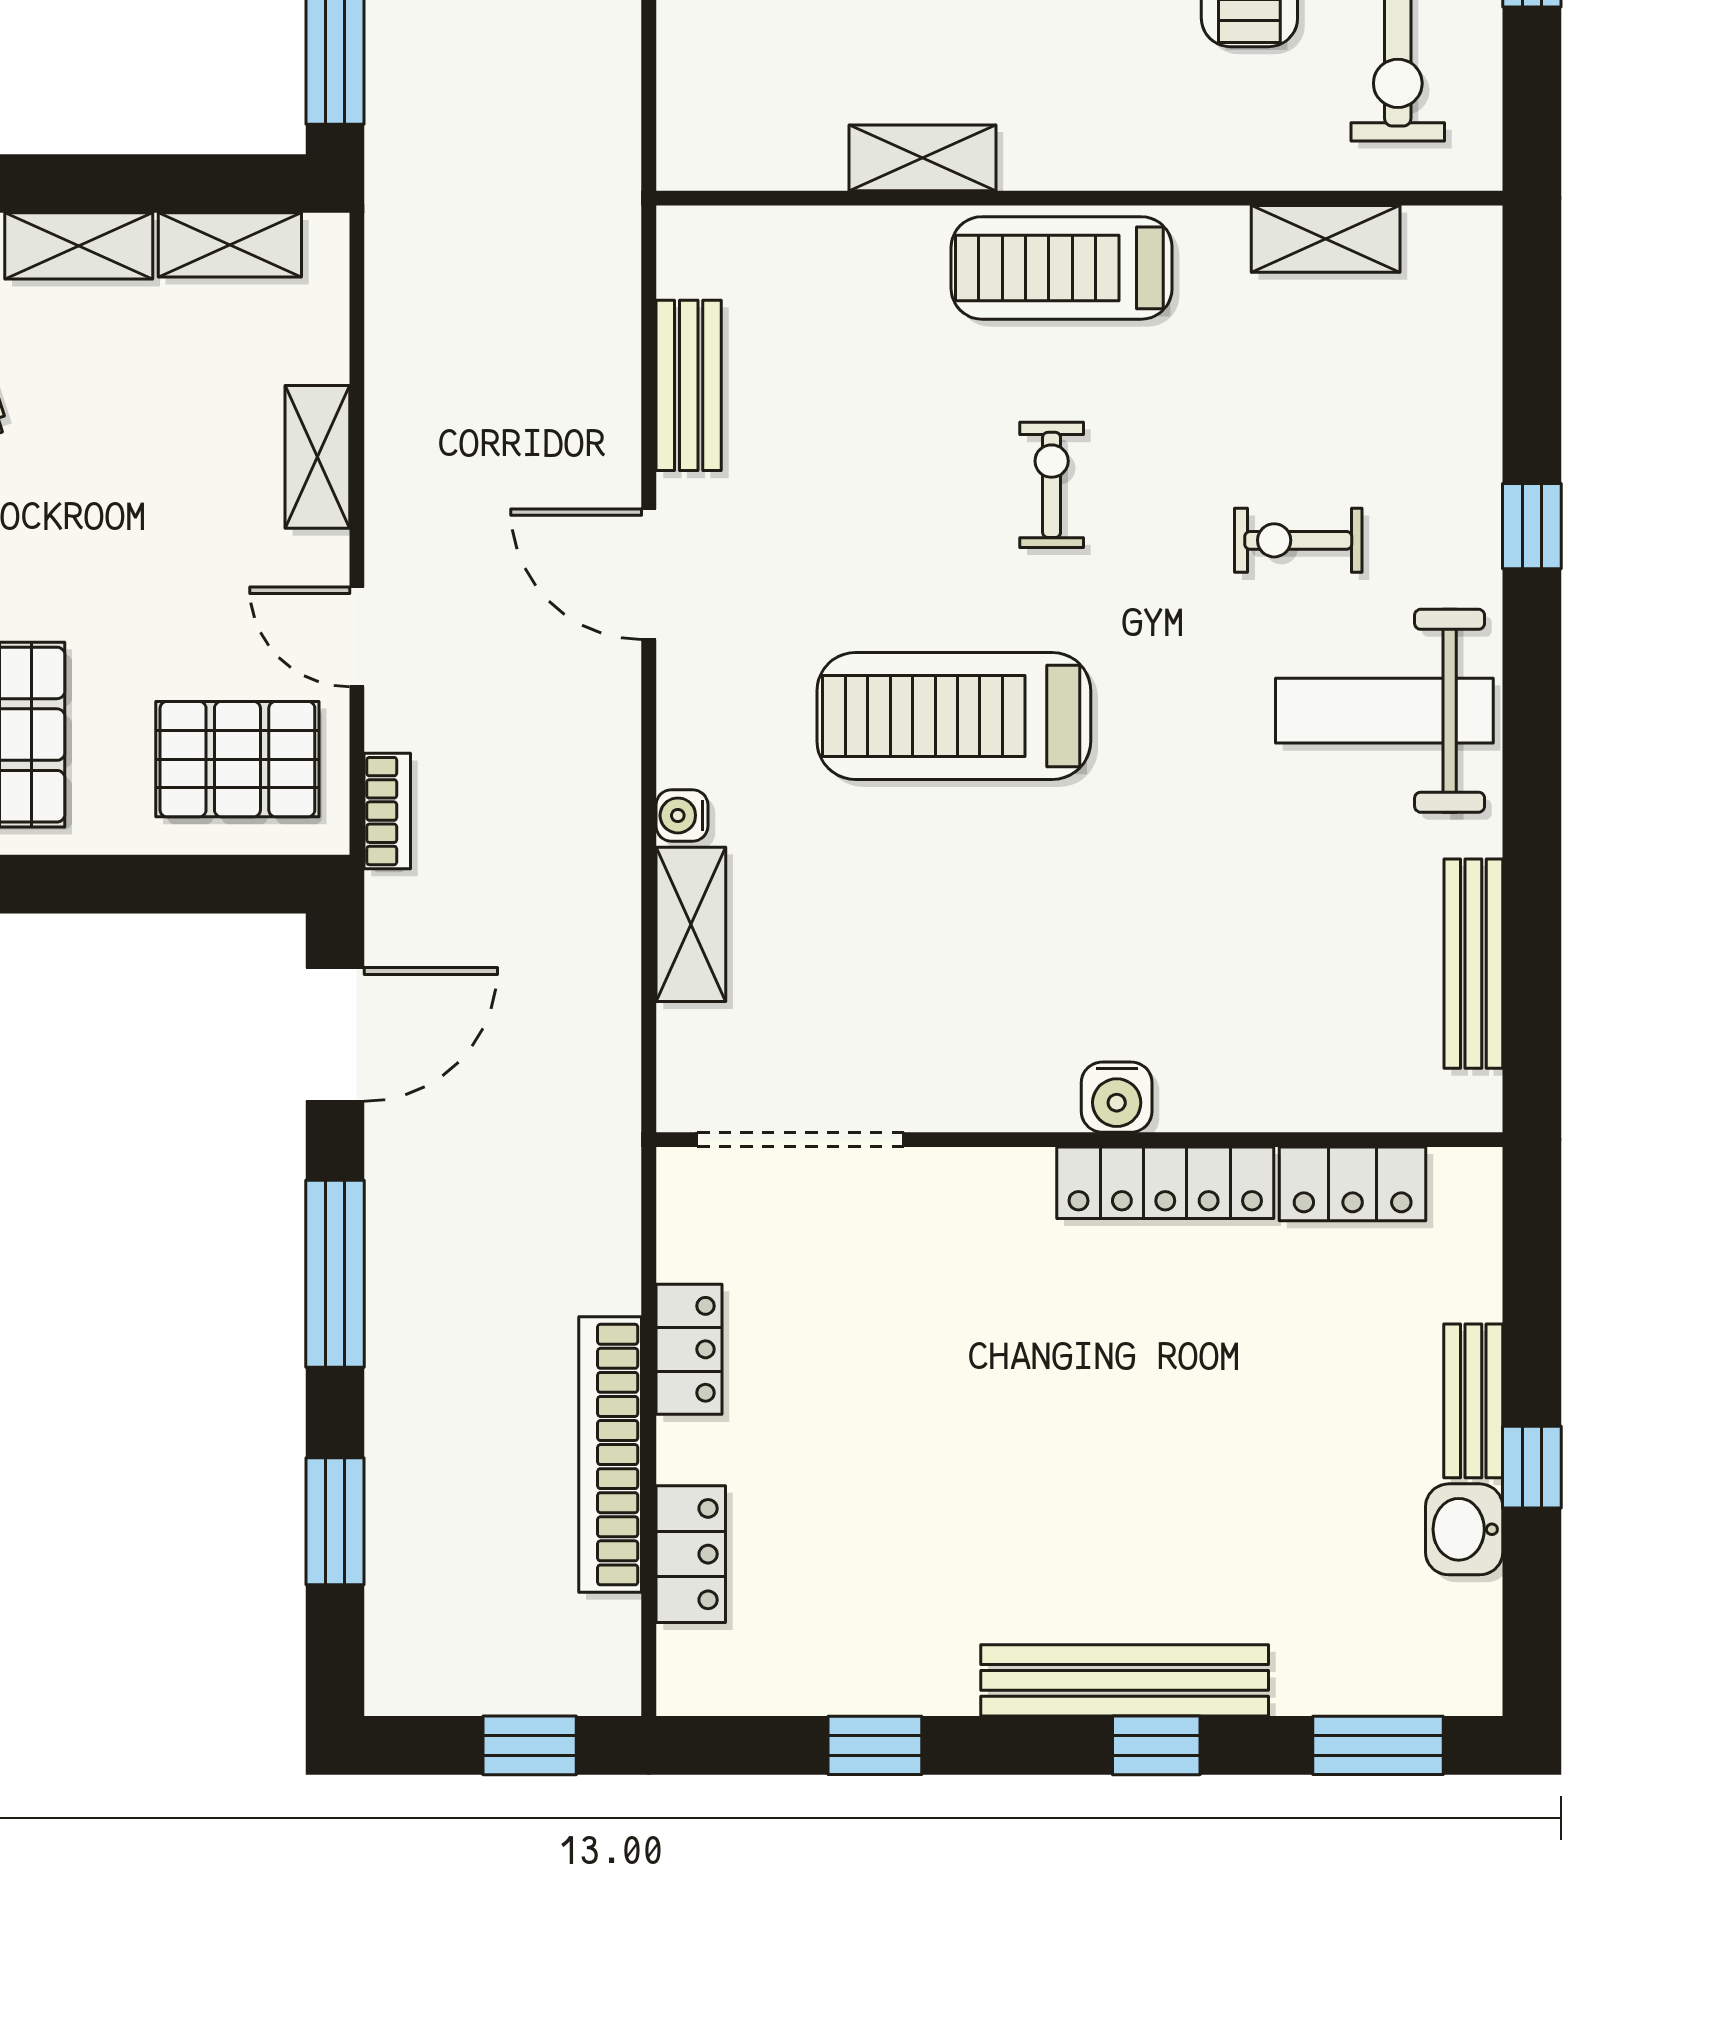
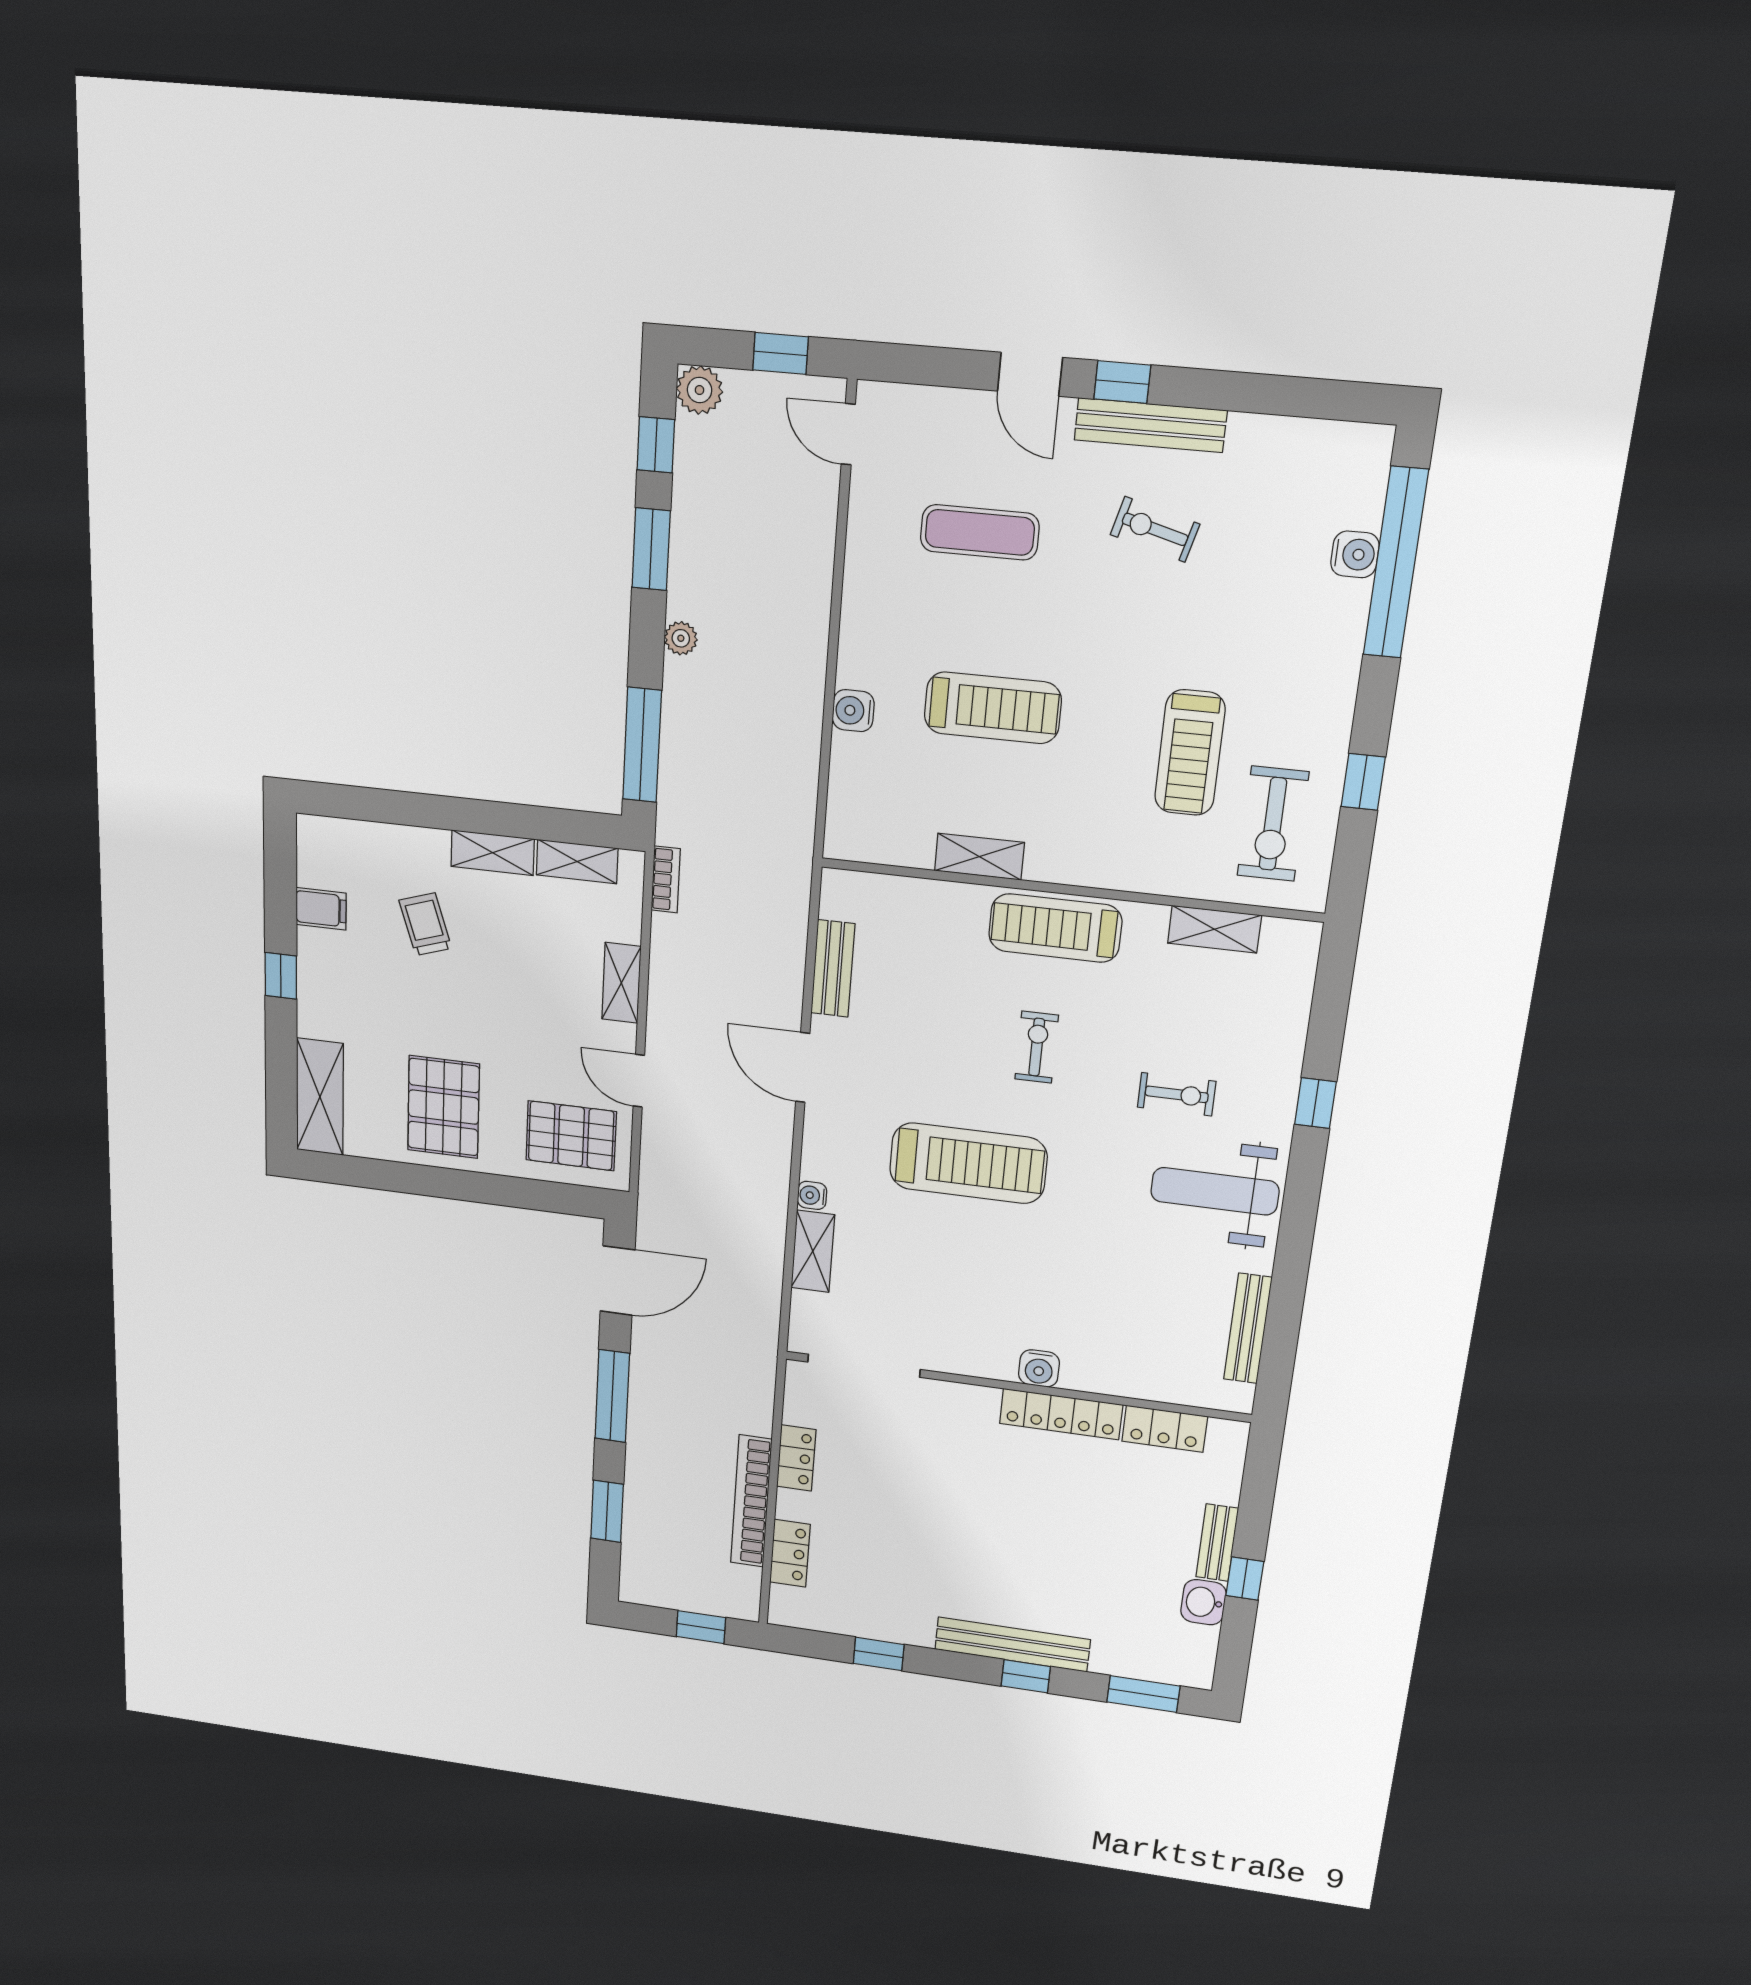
exercise bike: (1298, 540) -> (1177, 1094), turned 180
treadmill: (954, 716) -> (968, 1163), turned 180
bookcase: (387, 811) -> (666, 879), moved

